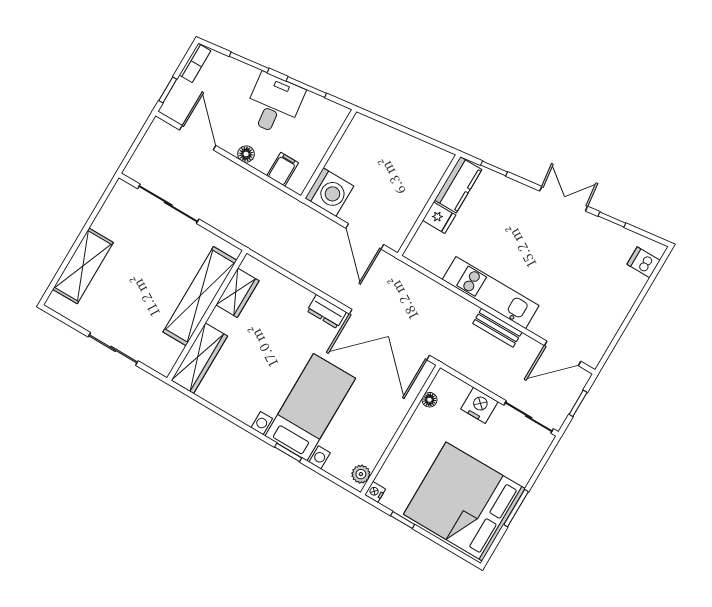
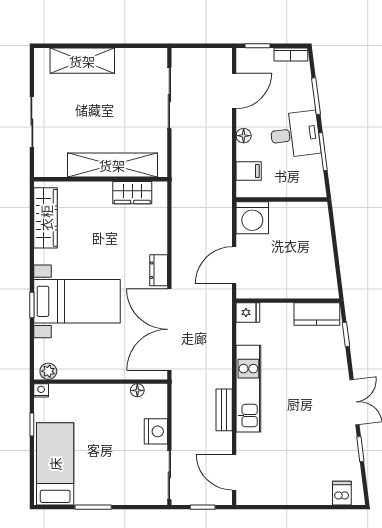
fridge: (439, 218) -> (248, 312), moved, turned -90
wardrobe: (199, 358) -> (46, 218), moved, turned -90
bed: (464, 501) -> (55, 464), width x0.49

